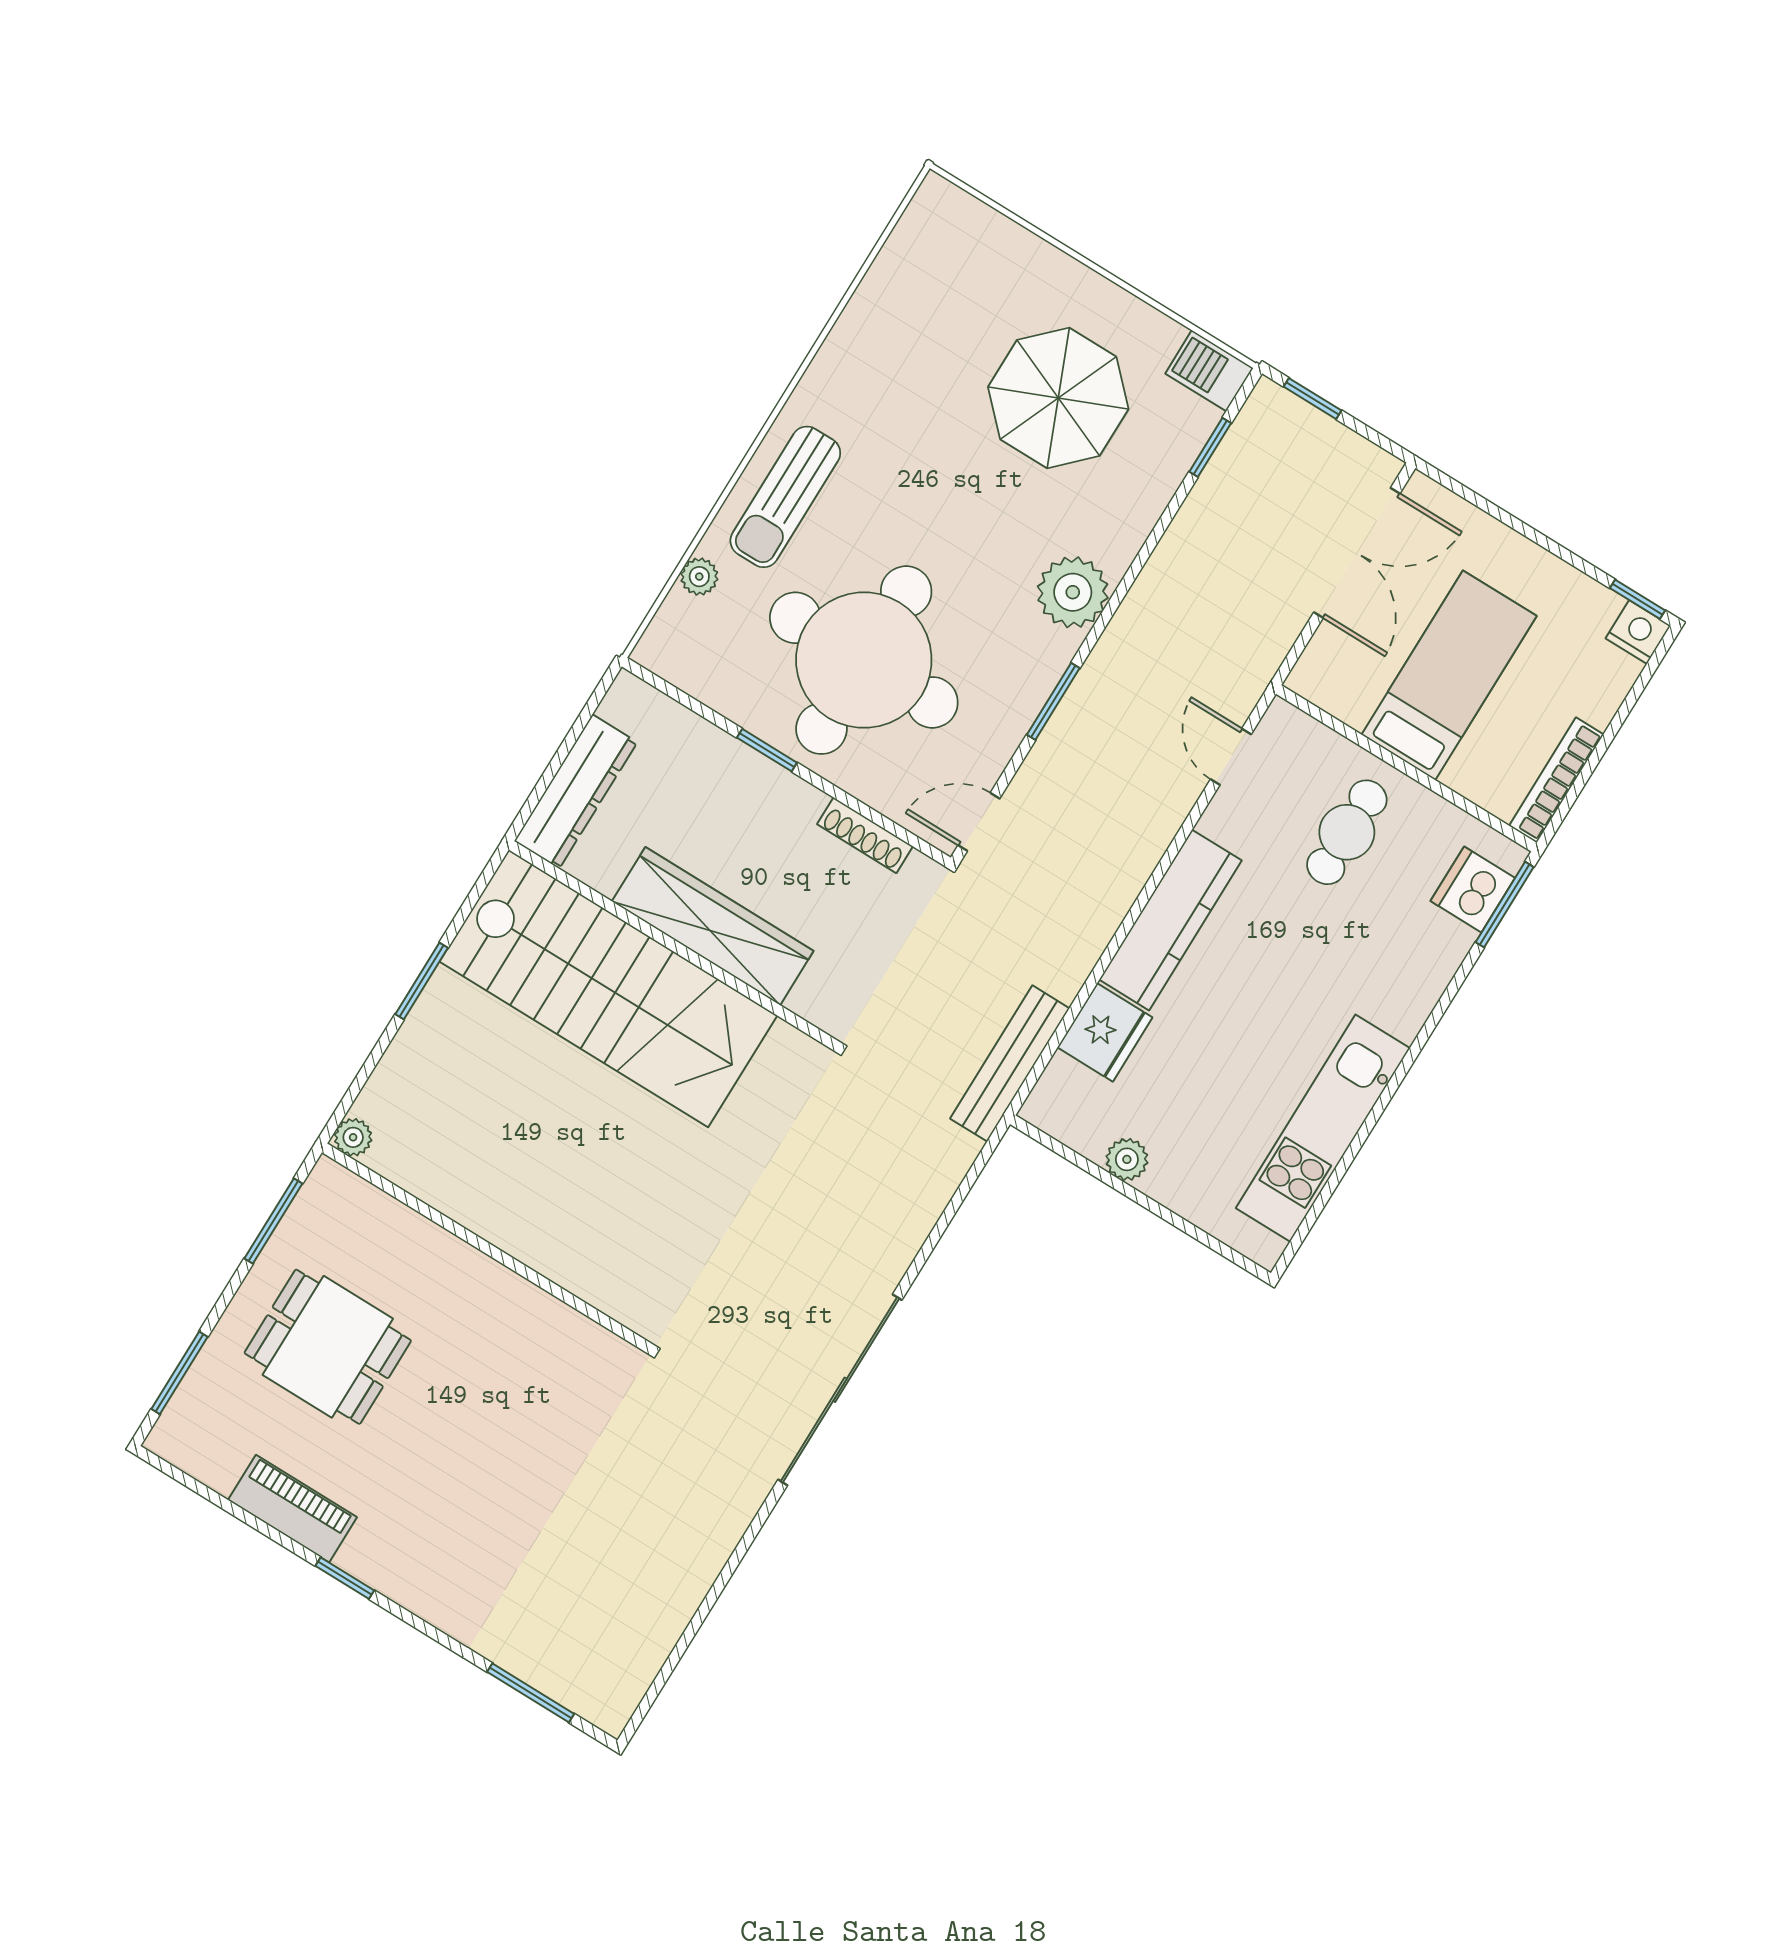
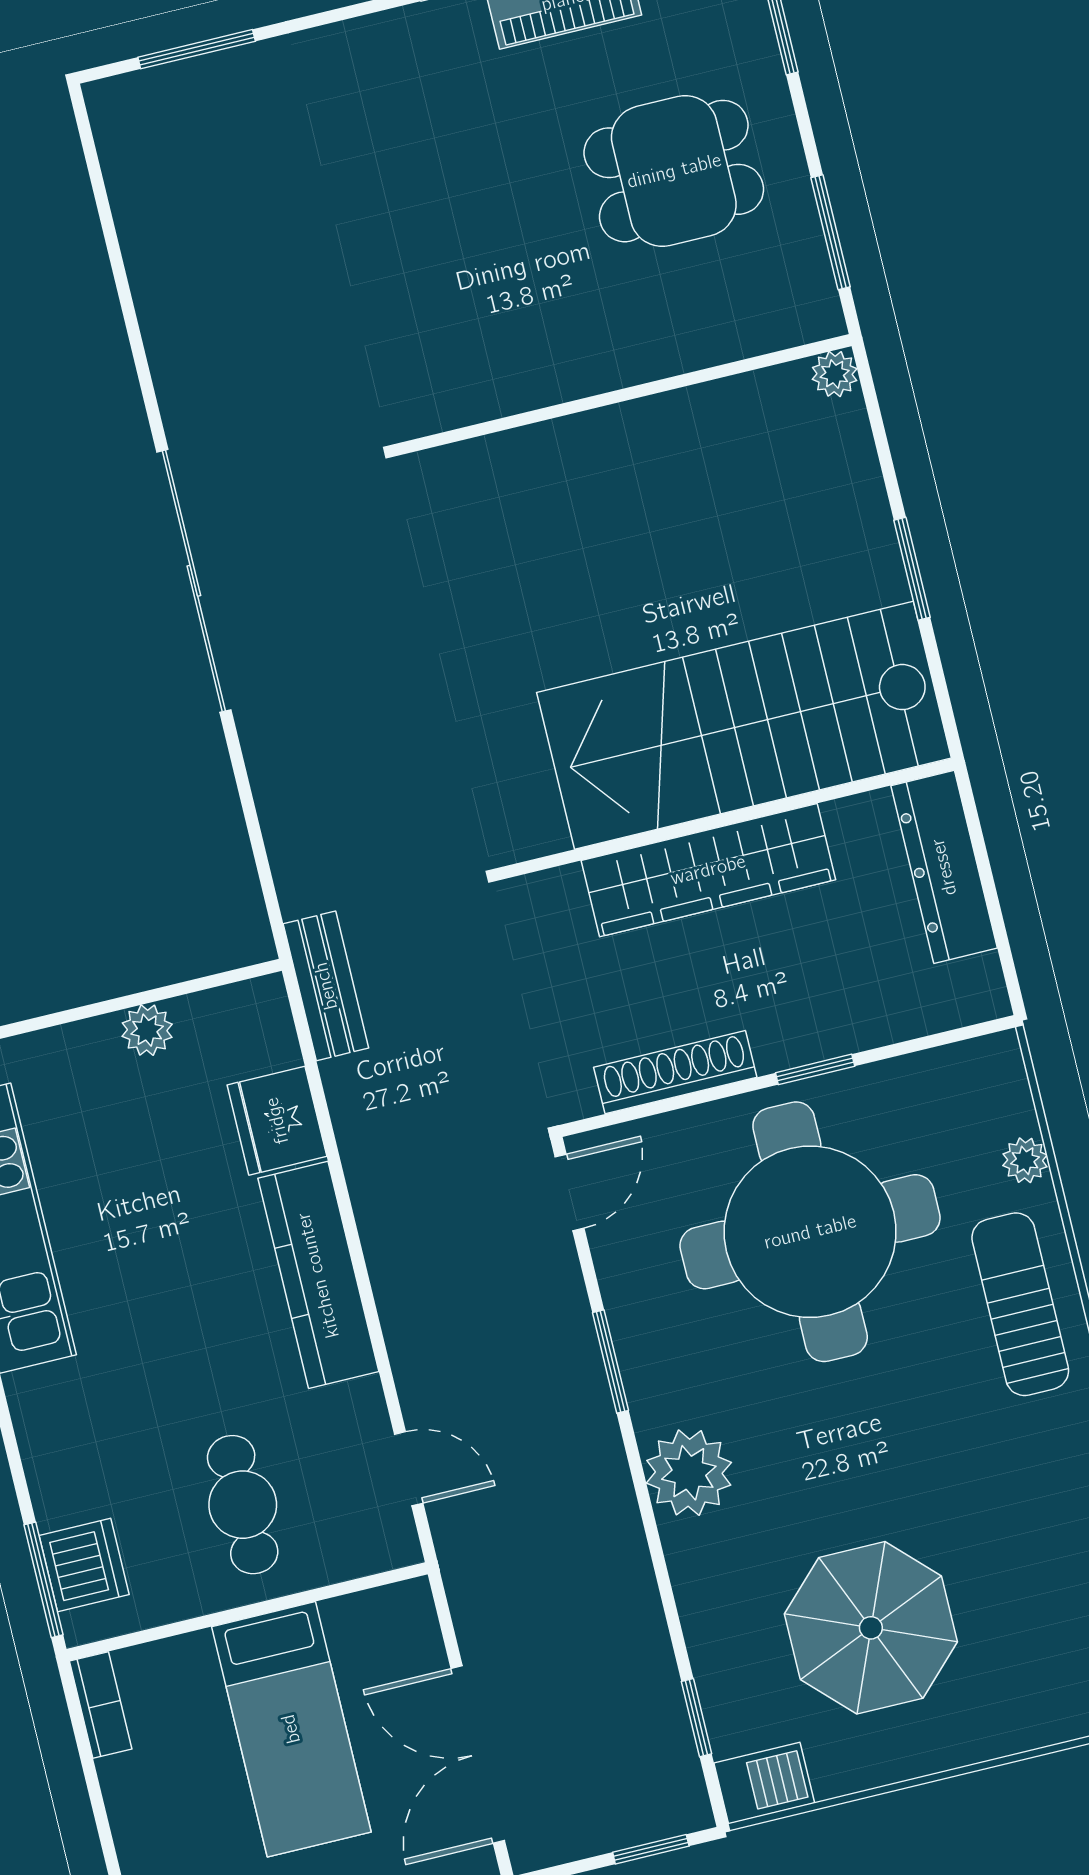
bookcase: (1556, 780) -> (101, 1705), width x0.64
shoe rack: (865, 835) -> (675, 1072), width x1.36, depth x1.24
bench: (1010, 1063) -> (326, 986), width x0.73

